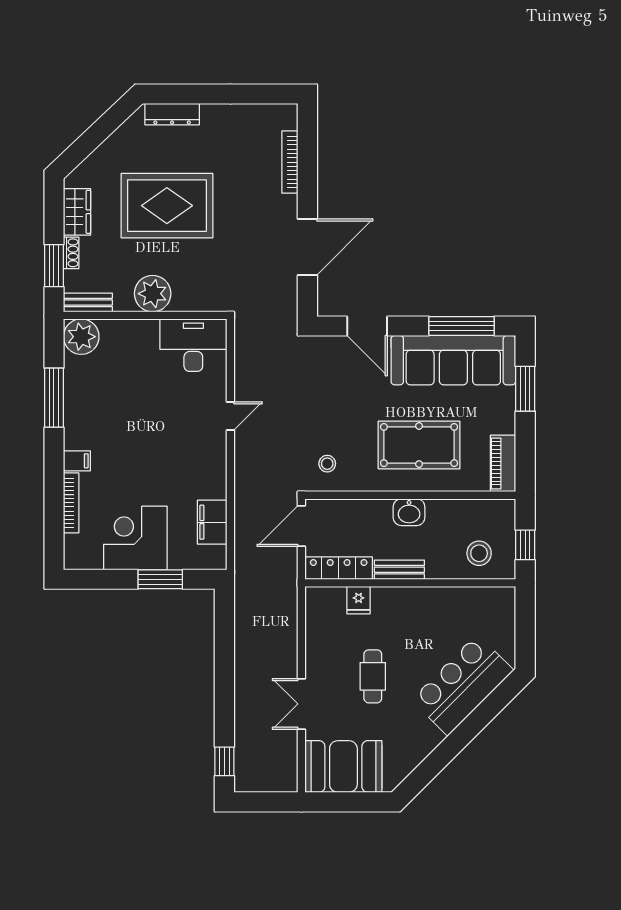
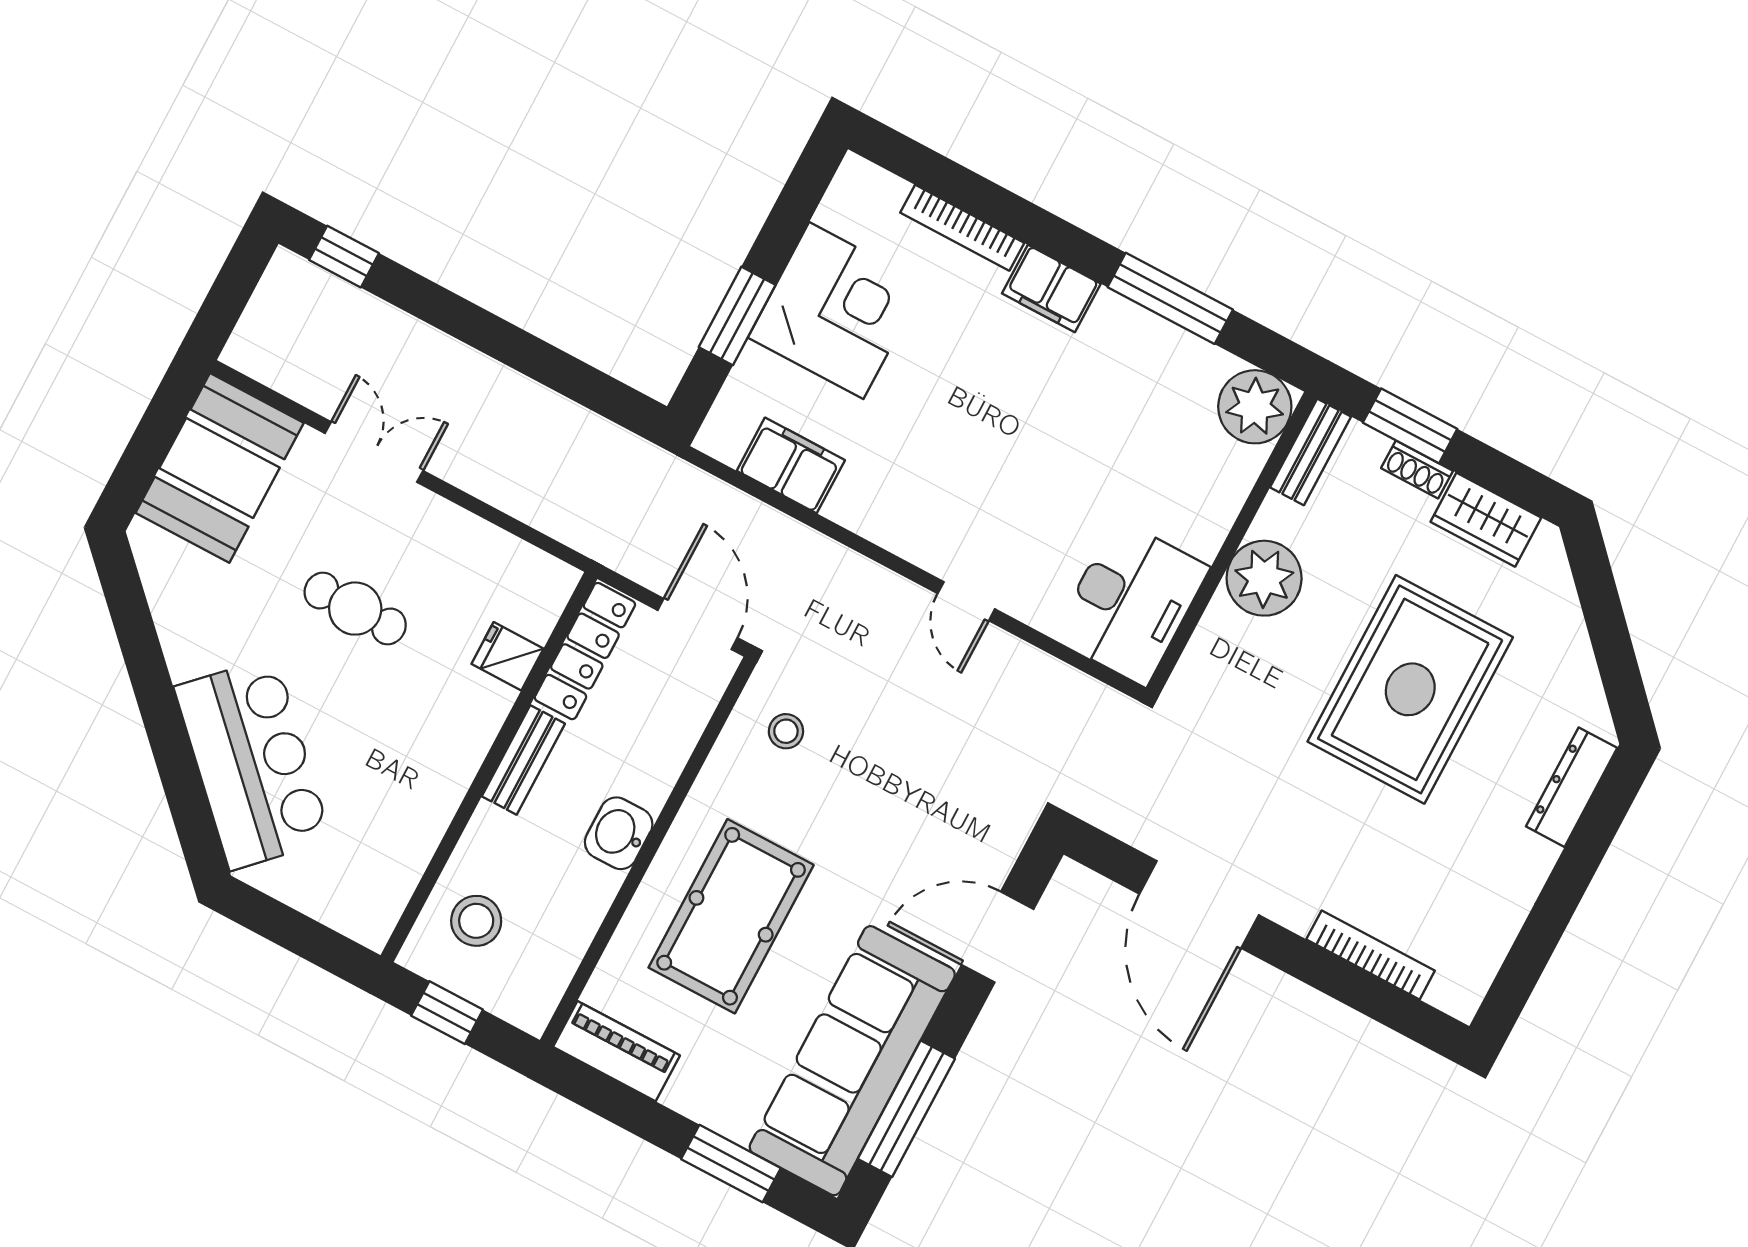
filing cabinet: (77, 461) -> (1051, 288), width x2.00

